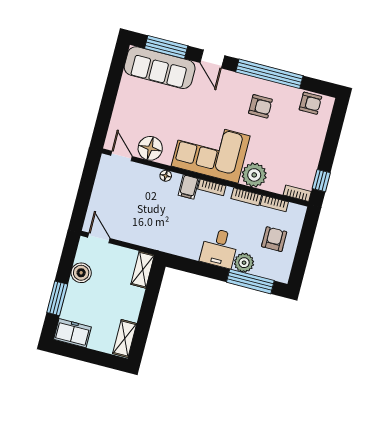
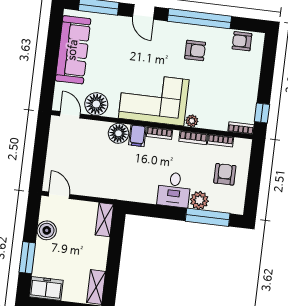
sofa: (160, 68) -> (73, 50), moved, turned -90
armchair: (310, 103) -> (242, 41), turned 180
plant: (254, 175) -> (192, 121), width x0.53, depth x0.53
floor lamp: (166, 176) -> (118, 133), width x1.89, depth x1.89

